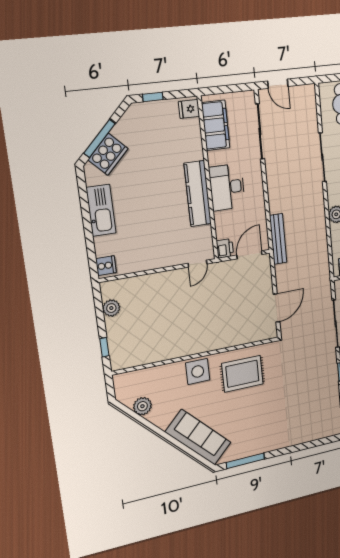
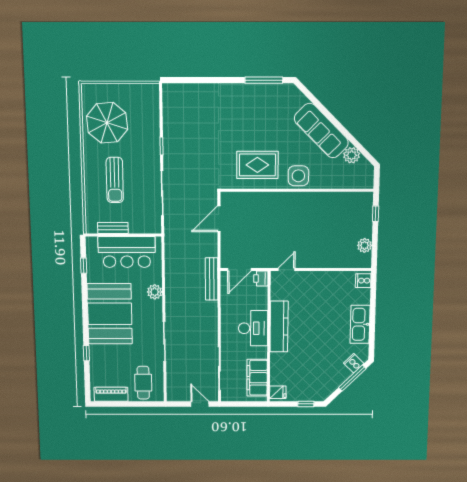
cooker: (108, 154) -> (354, 363), width x0.53, depth x0.76
sofa: (198, 437) -> (321, 131), moved

